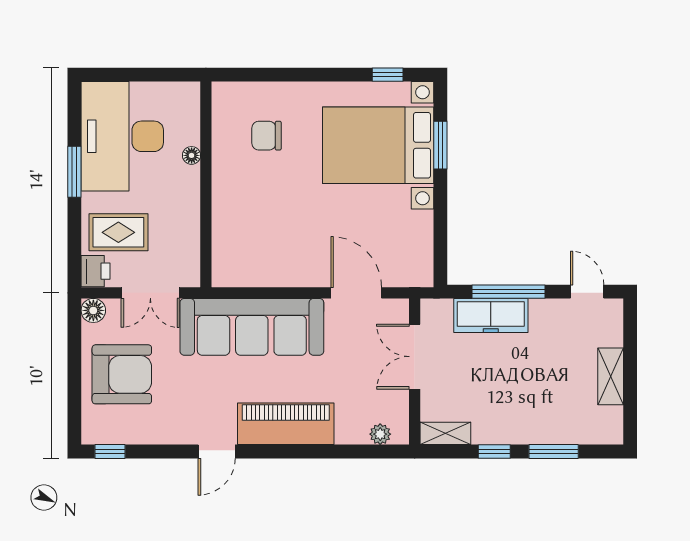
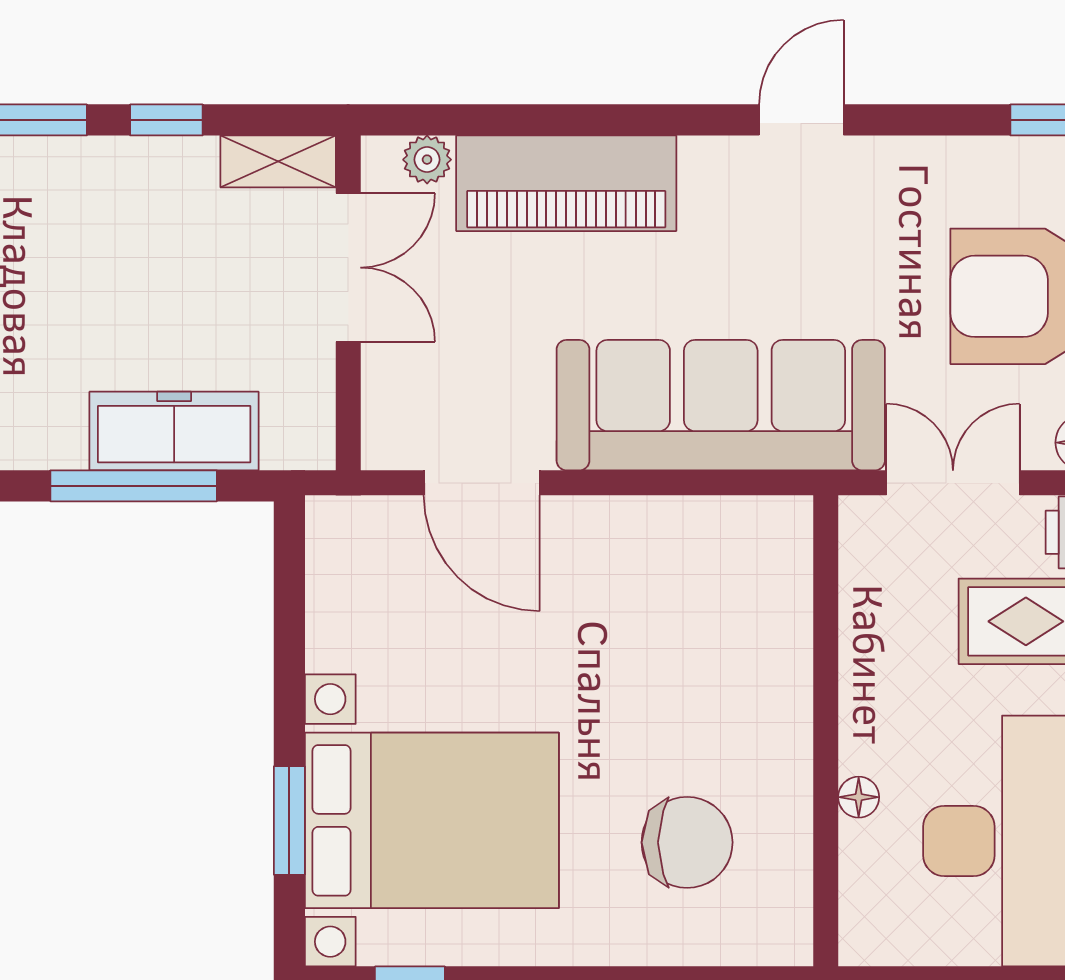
chair: (267, 136) -> (687, 842), width x1.37, depth x1.37
double door: (415, 357) -> (348, 268), moved
piano: (286, 424) -> (566, 183), moved

